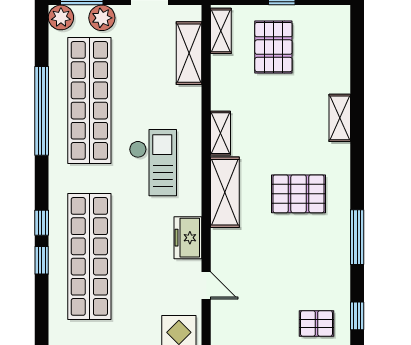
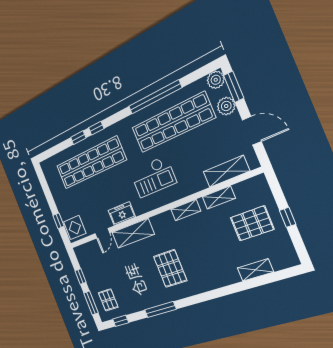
shelving: (221, 31) -> (219, 198), moved
shelving: (340, 118) -> (255, 270), moved
shelving: (225, 192) -> (133, 233), moved

